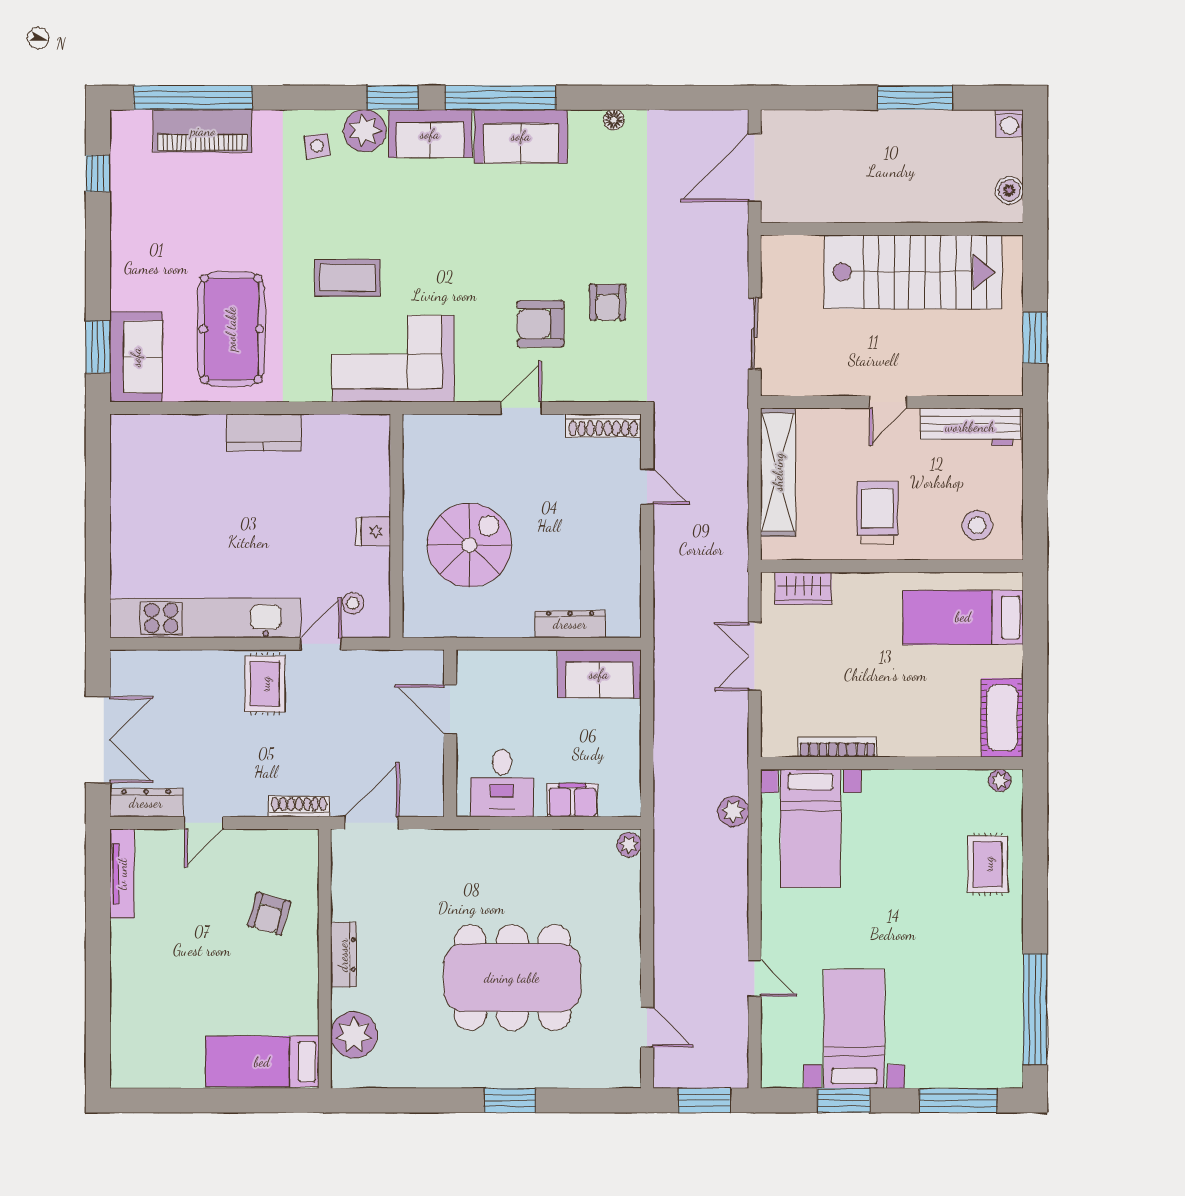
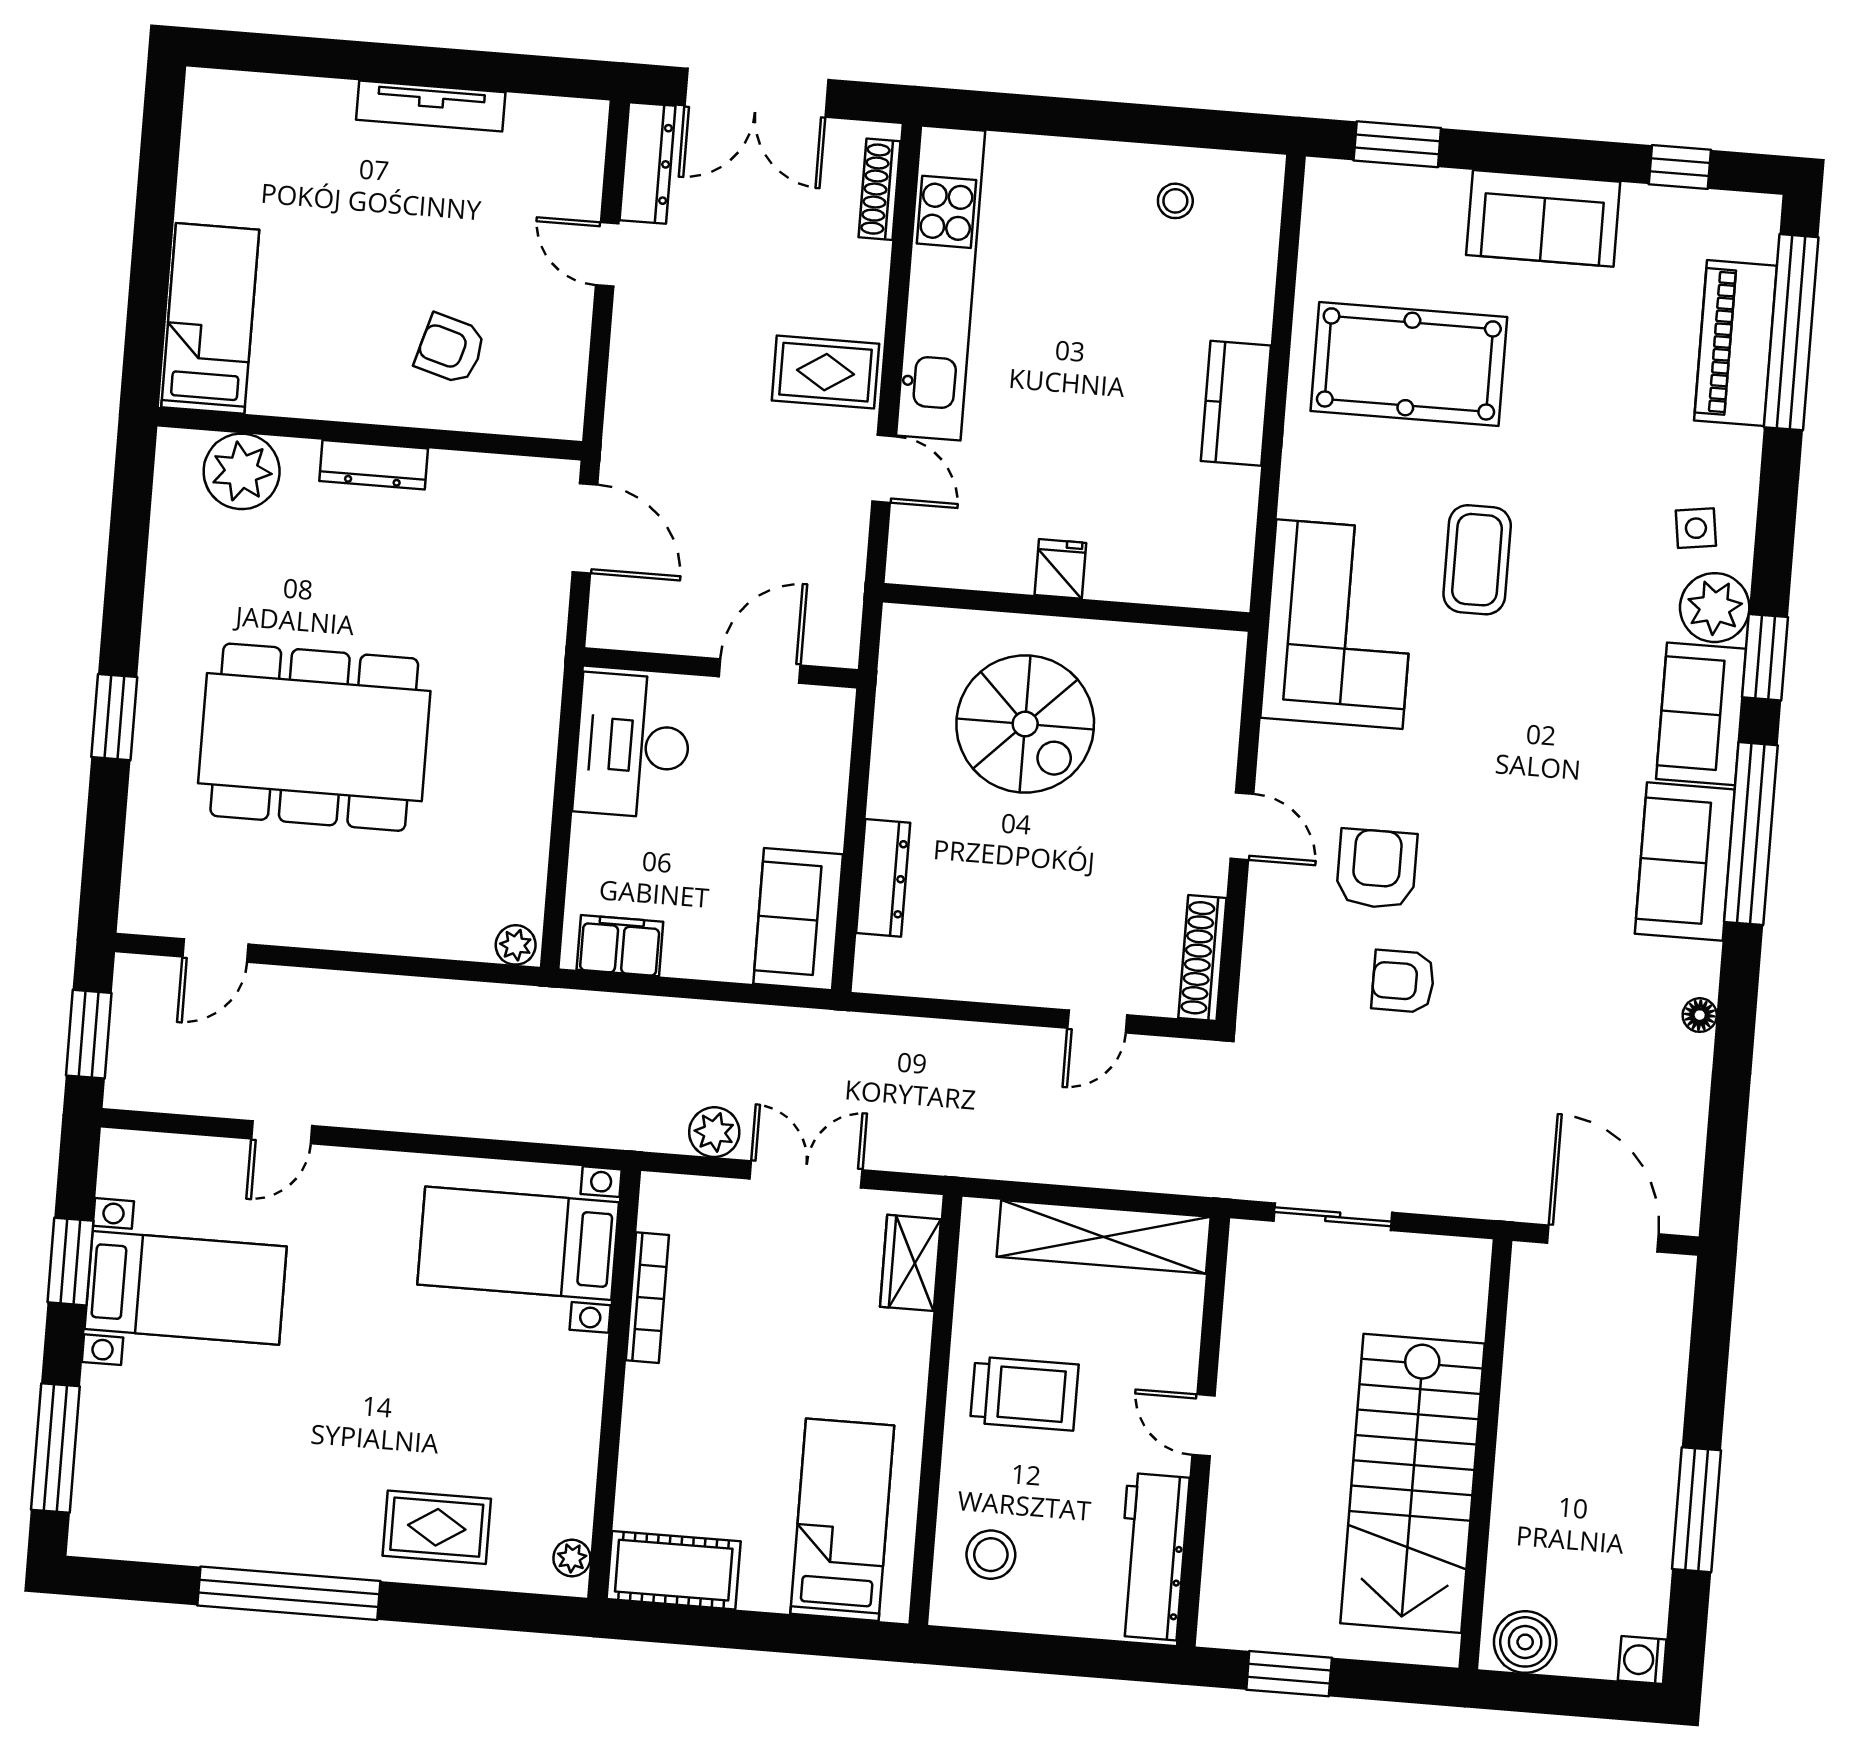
boiler: (1009, 190) -> (1525, 1642), width x1.36, depth x1.36
sofa: (136, 357) -> (1543, 218), moved
stool: (353, 603) -> (1175, 201), moved
desk: (502, 783) -> (633, 746), width x1.37
filing cabinet: (572, 800) -> (620, 946), moved, turned -90
shoe rack: (299, 807) -> (879, 189), moved, turned 180
plant: (733, 811) -> (714, 1132), moved
tv unit: (122, 874) -> (431, 106), moved
dining table: (512, 978) -> (314, 737), turned 90
window: (1035, 1009) -> (289, 1593), moved

